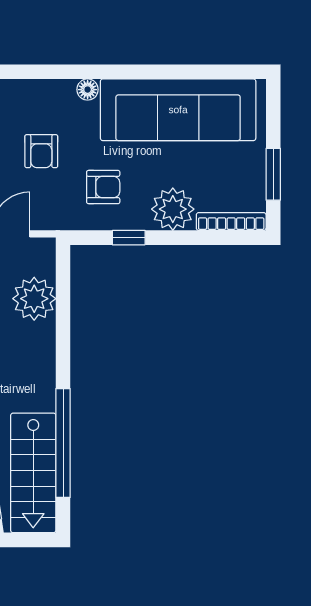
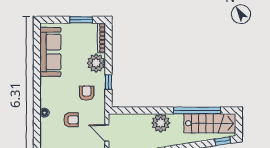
floor lamp: (88, 90) -> (45, 113), moved
sofa: (178, 110) -> (50, 52), width x0.74, depth x0.79
plant: (34, 299) -> (161, 123), moved

